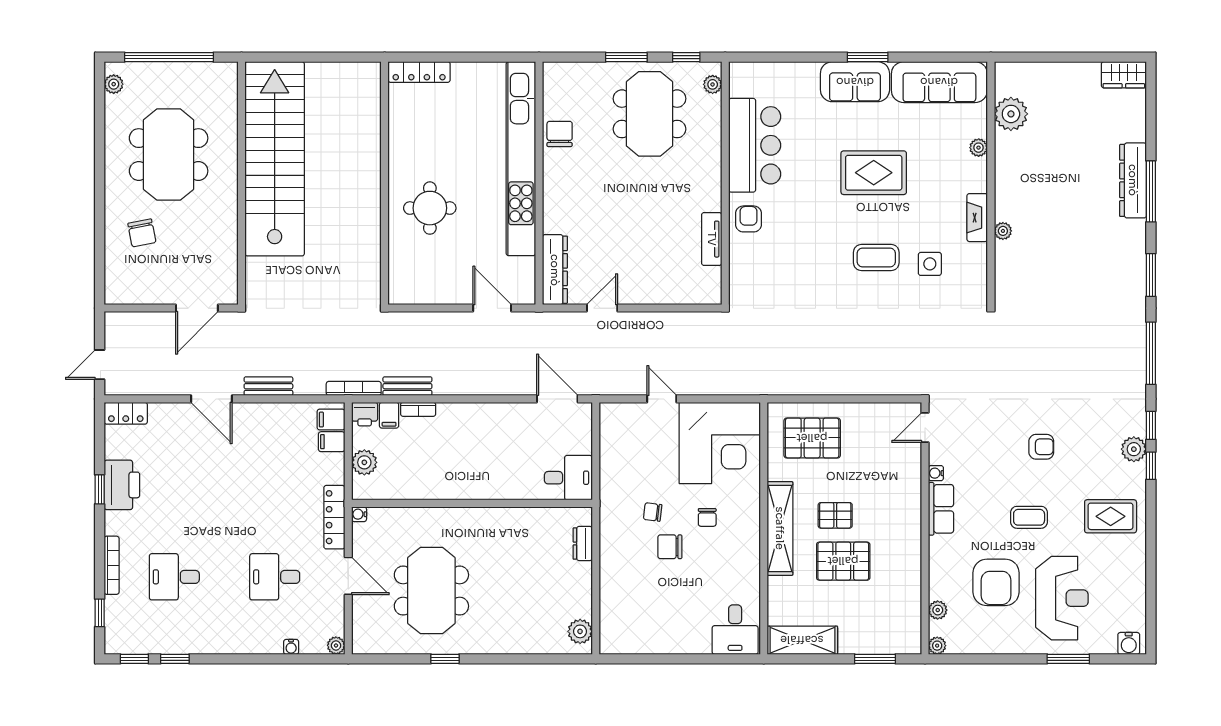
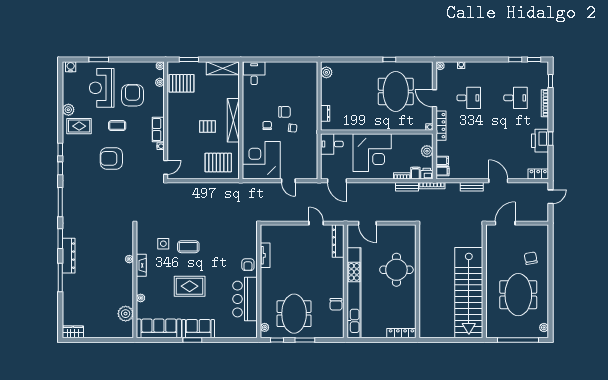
dresser: (1133, 180) -> (69, 256), moved
round table: (430, 208) -> (396, 270), width x1.36, depth x1.36
door: (602, 308) -> (316, 223), swing flipped
armchair: (1041, 447) -> (111, 158), width x1.88, depth x1.88
plant: (1134, 449) -> (68, 110), moved
corner desk: (482, 459) -> (372, 153), added
pallet: (843, 561) -> (182, 83), moved

